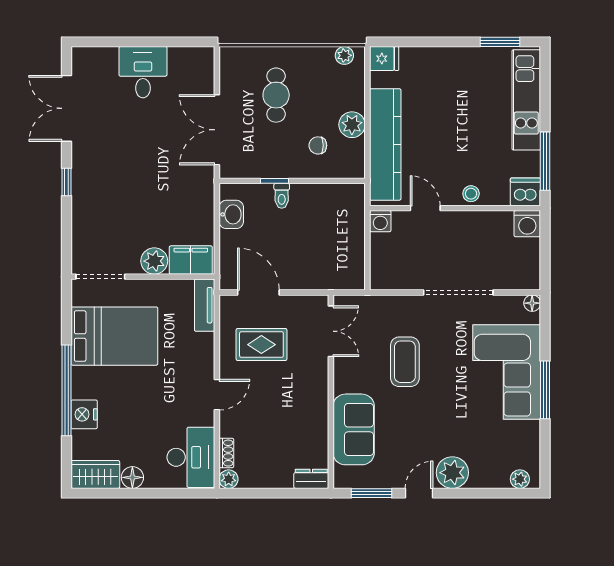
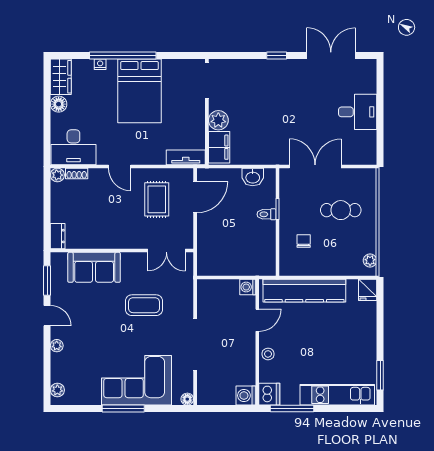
plant: (352, 125) -> (319, 266), removed
bed: (114, 336) -> (140, 91), moved
nightstand: (84, 414) -> (100, 64), width x0.53, depth x0.56
plant: (452, 473) -> (57, 346), width x0.53, depth x0.53

